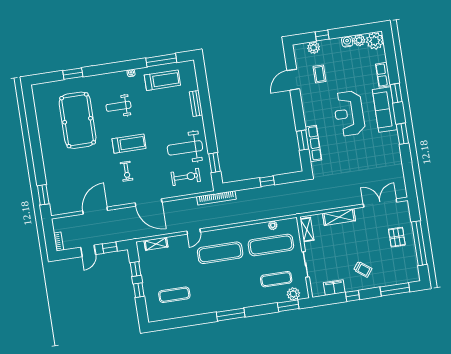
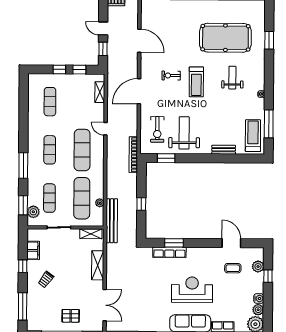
treadmill: (162, 80) -> (253, 136), moved, turned 180
bench: (290, 210) -> (112, 221), added
exercise mat: (225, 287) -> (50, 150), added
window: (231, 315) -> (23, 166), moved

